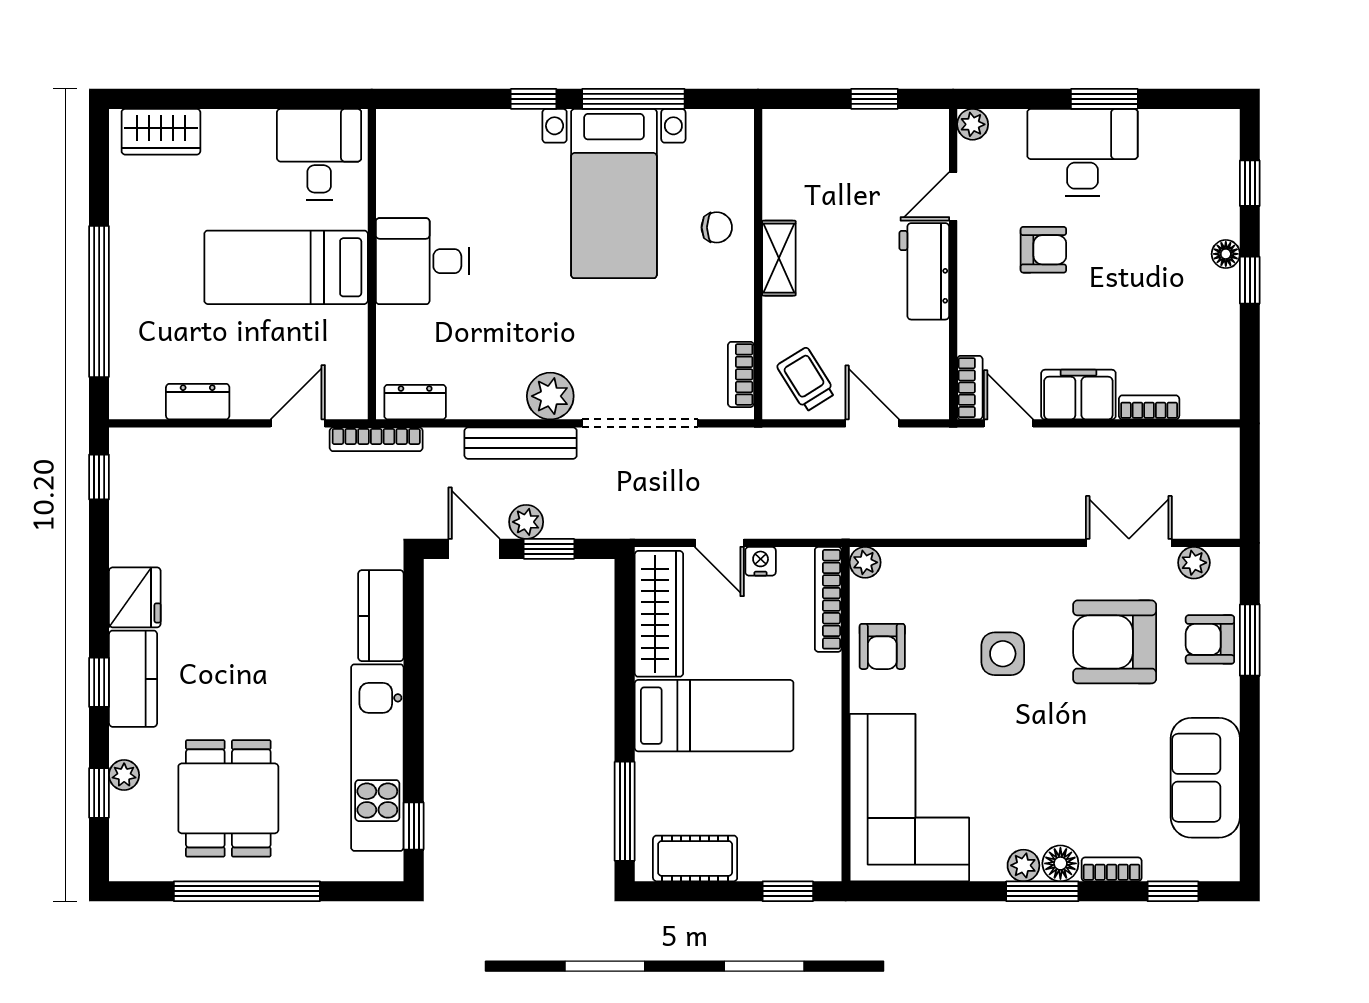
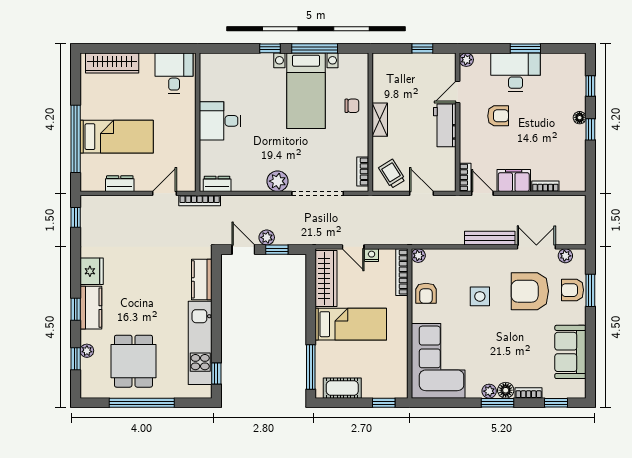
wardrobe: (161, 132) -> (112, 63), width x1.50
bed: (286, 267) -> (117, 137), moved, turned 180
bench: (521, 443) -> (490, 238), moved

